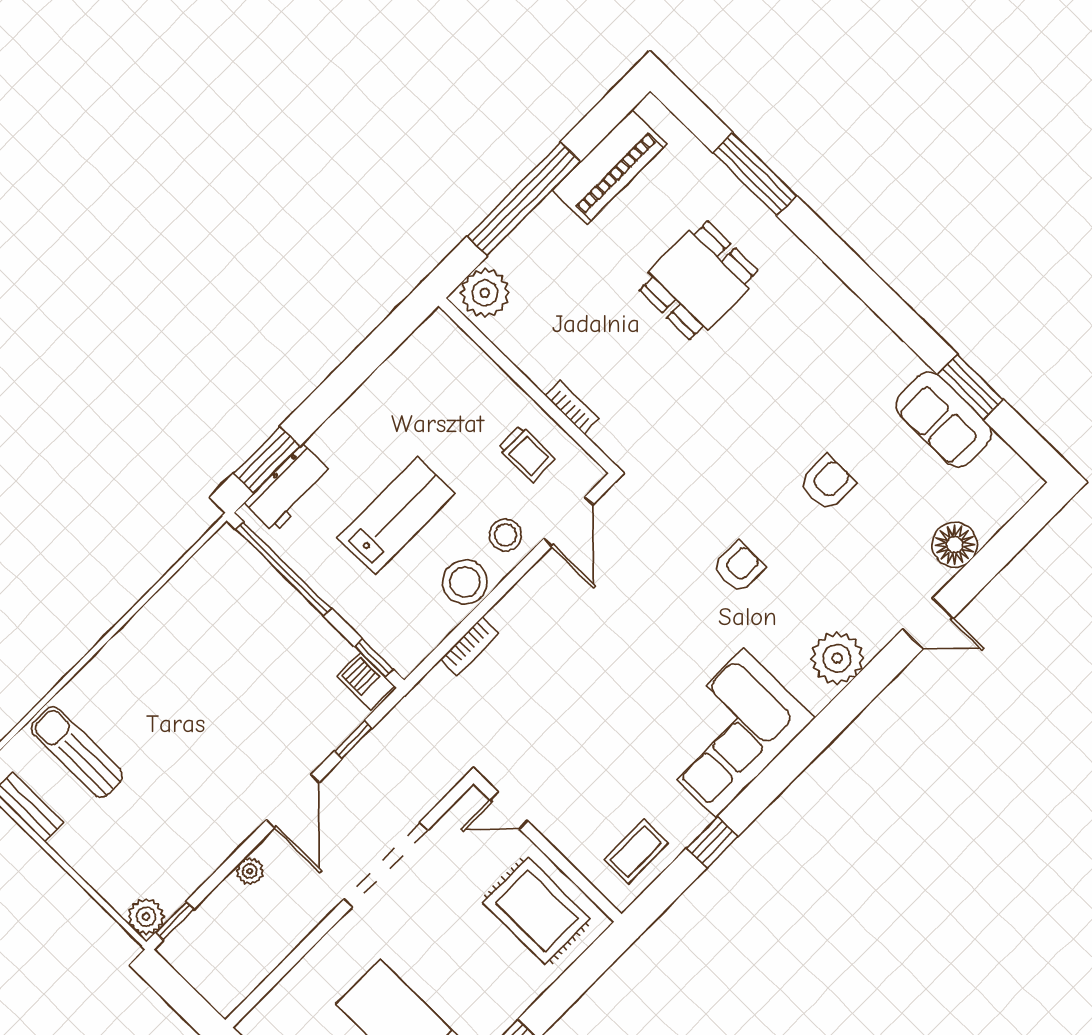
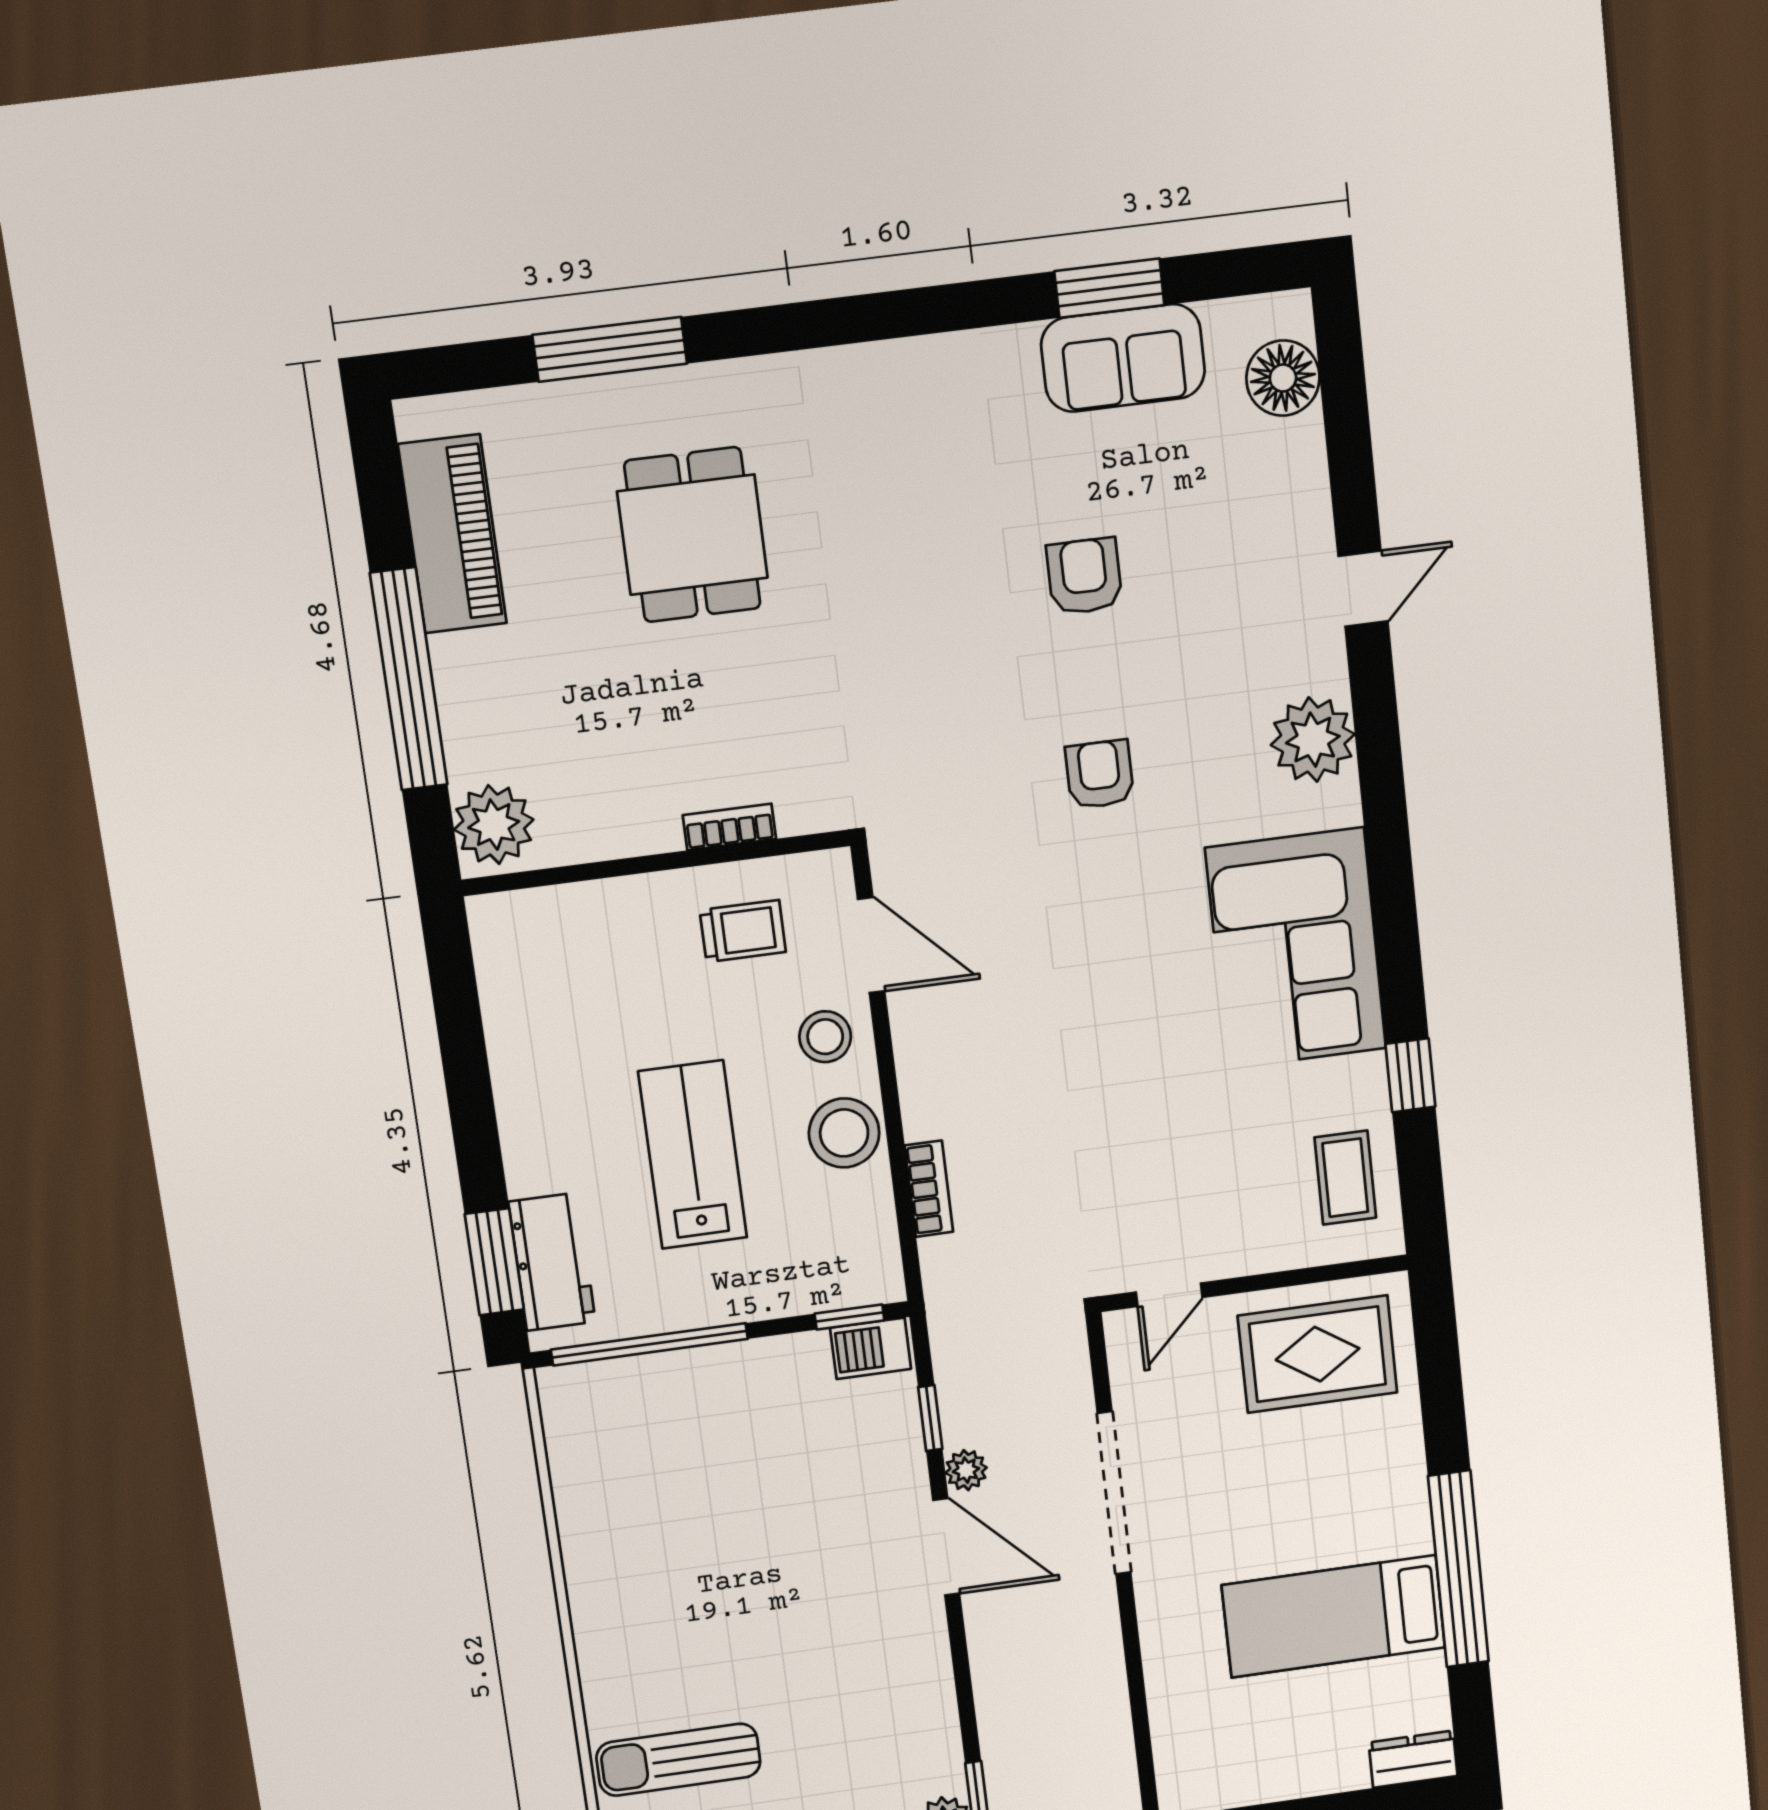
floor lamp: (955, 545) -> (1283, 378), moved
plant: (250, 871) -> (966, 1470), moved

